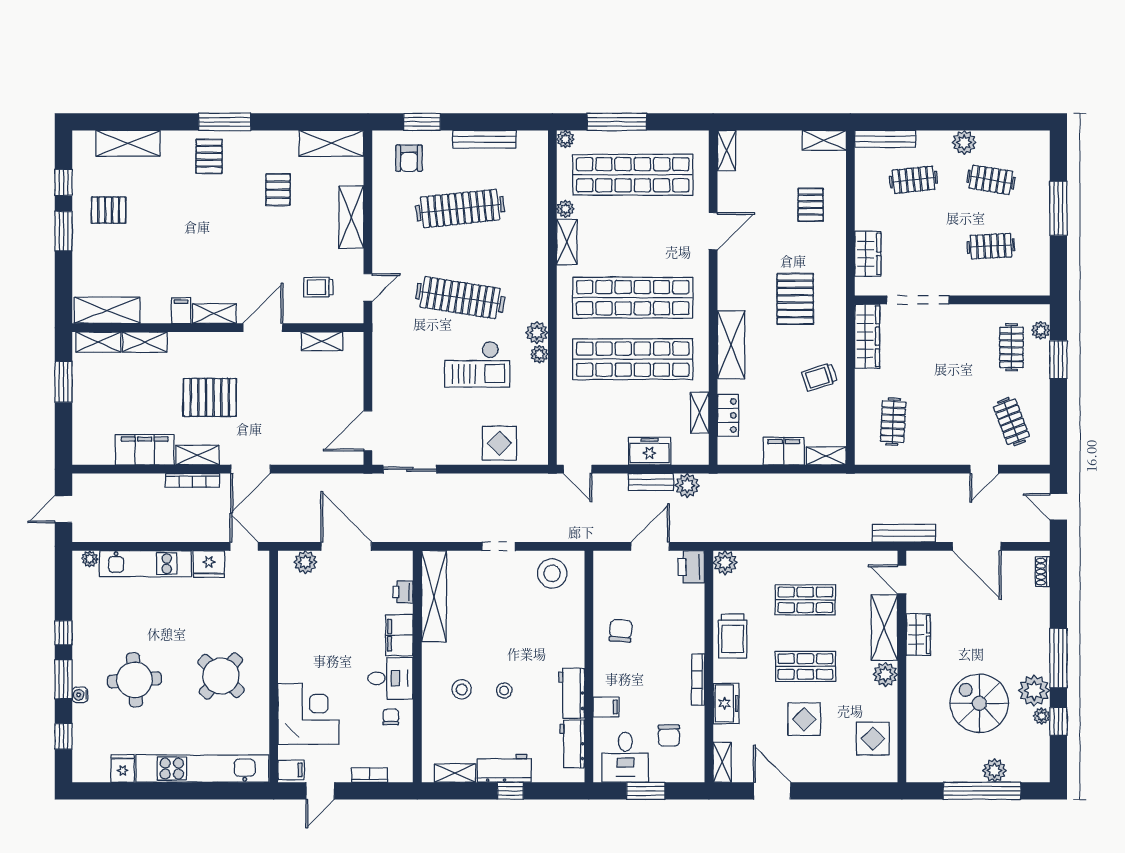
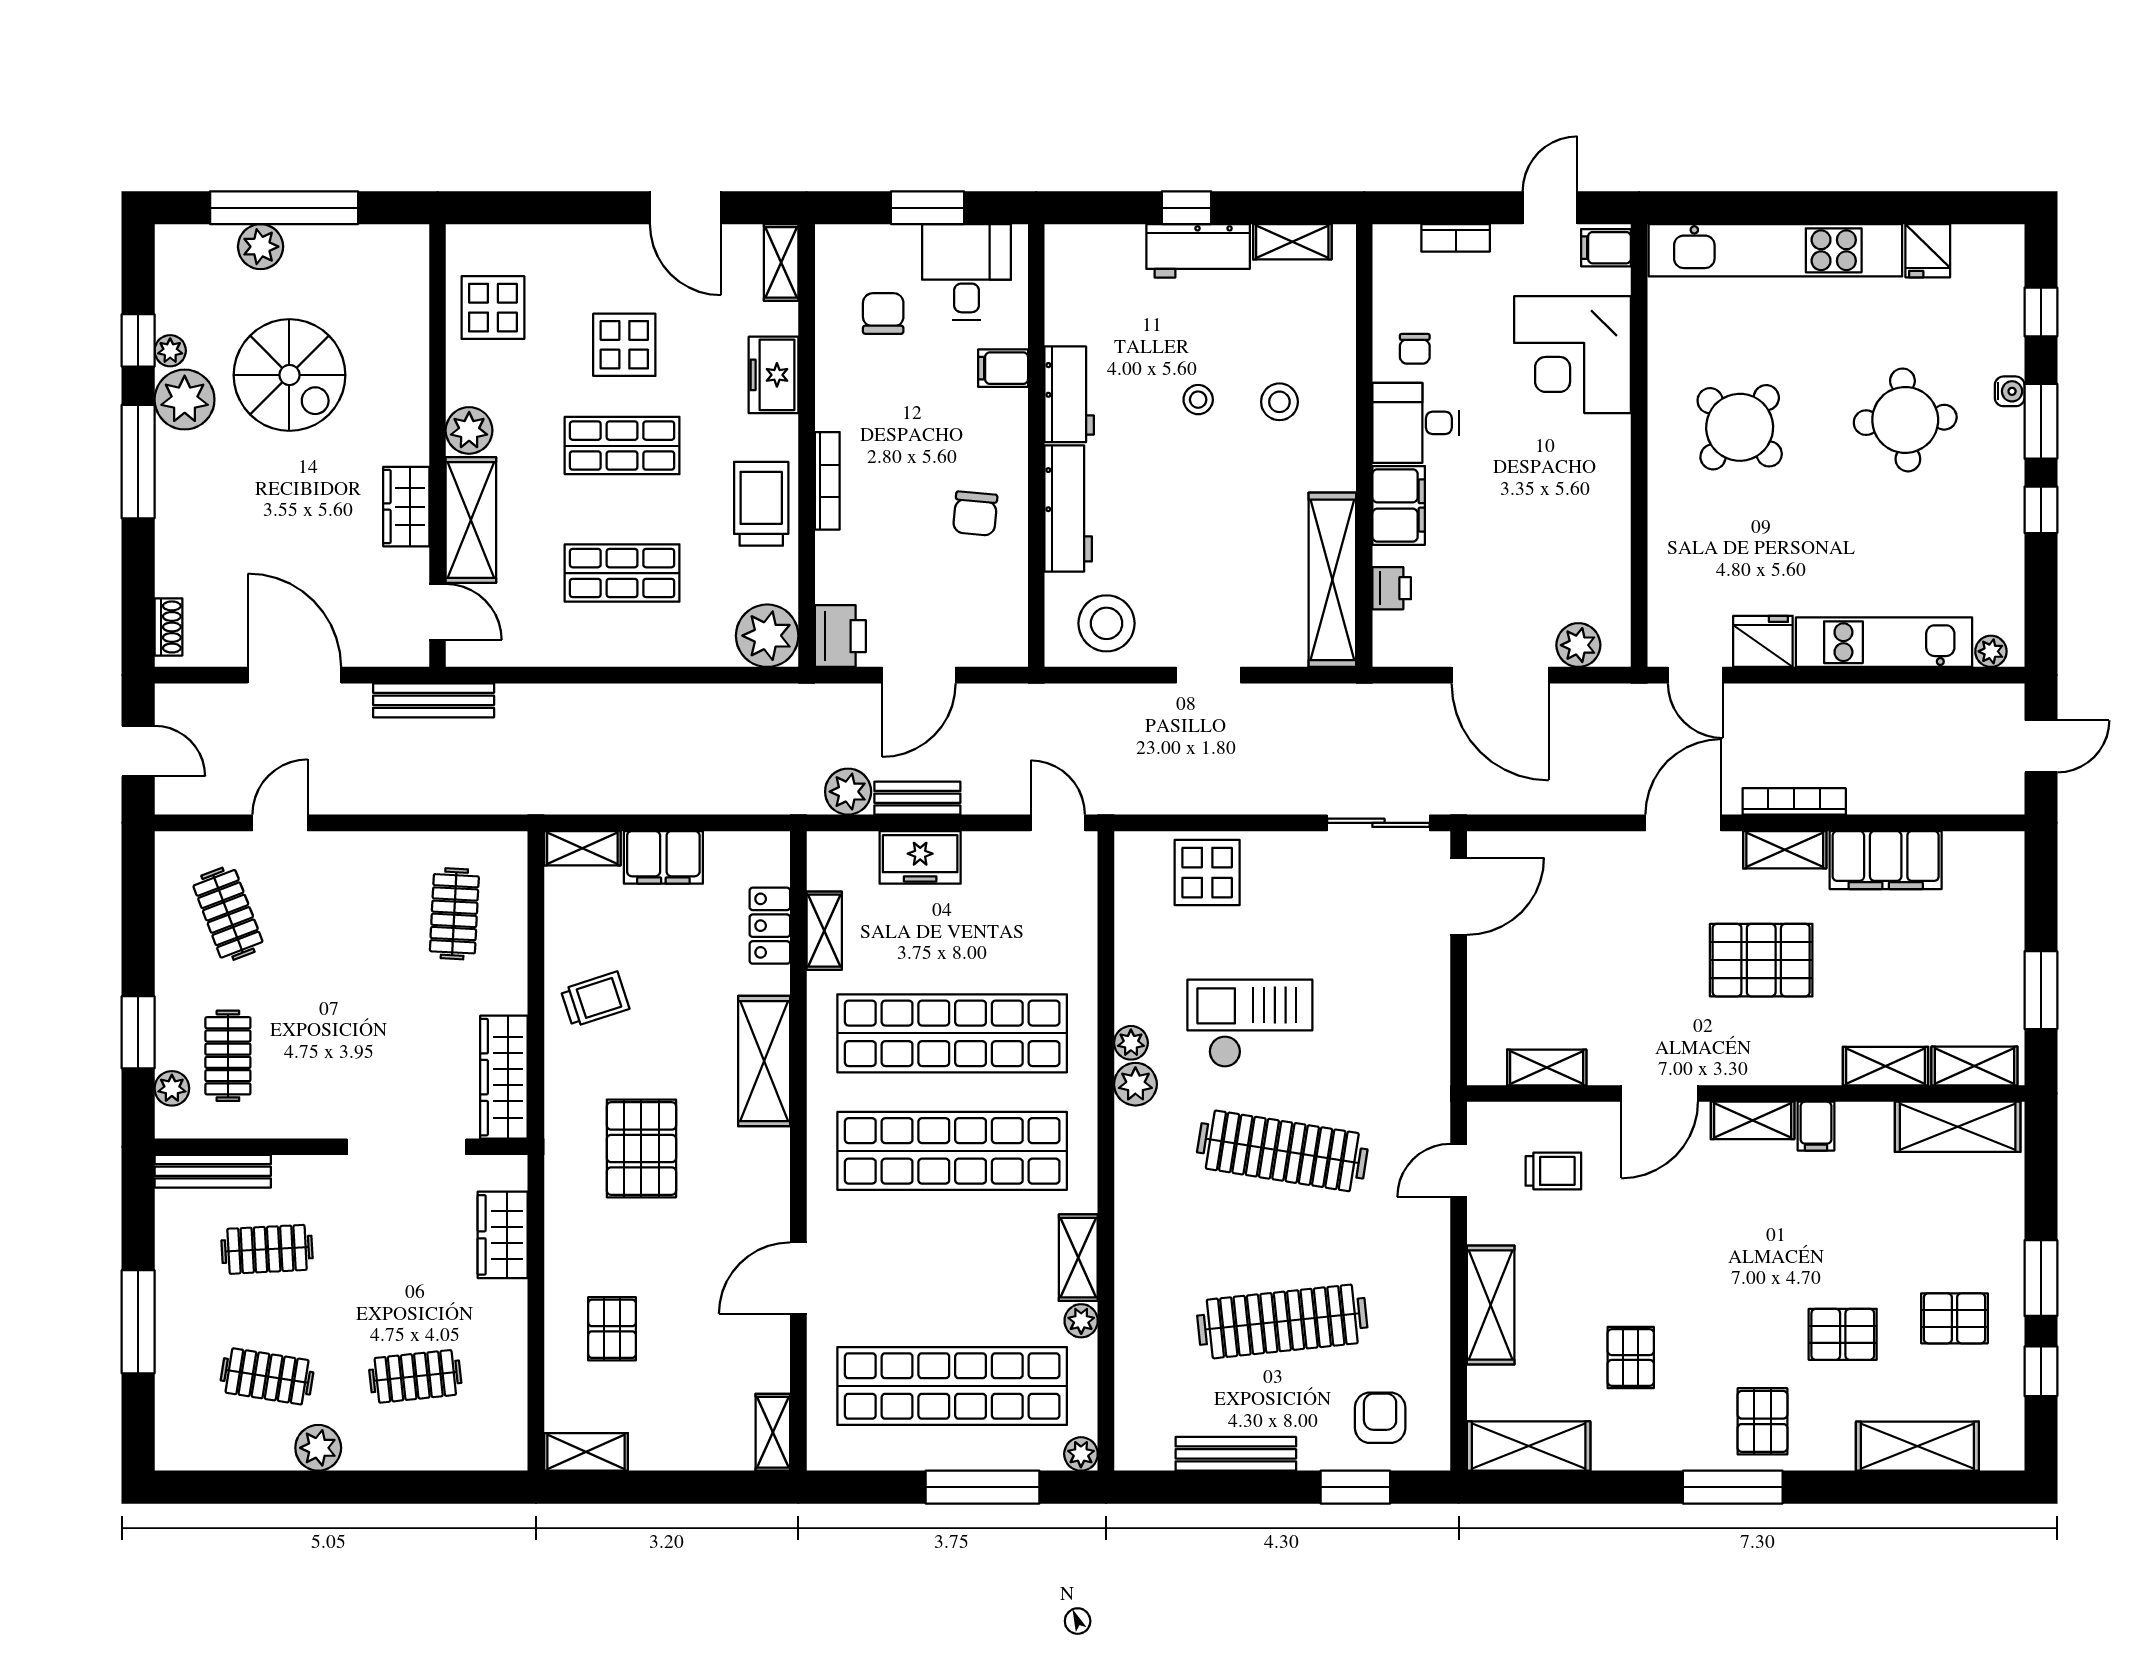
bench: (885, 139) -> (213, 1171), moved
pallet: (167, 202) -> (1843, 1334), added
plant: (725, 563) -> (767, 636), width x1.36, depth x1.36
bookcase: (698, 680) -> (827, 481), moved
workbench: (572, 744) -> (1068, 509), moved, width x1.38

